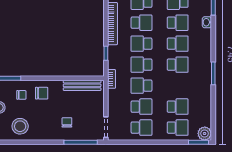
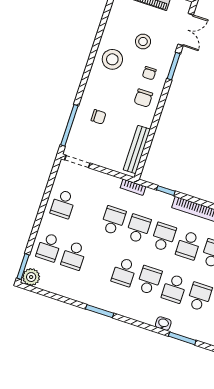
school desk: (178, 44) -> (149, 280), turned 180
school desk: (141, 107) -> (88, 212), removed

